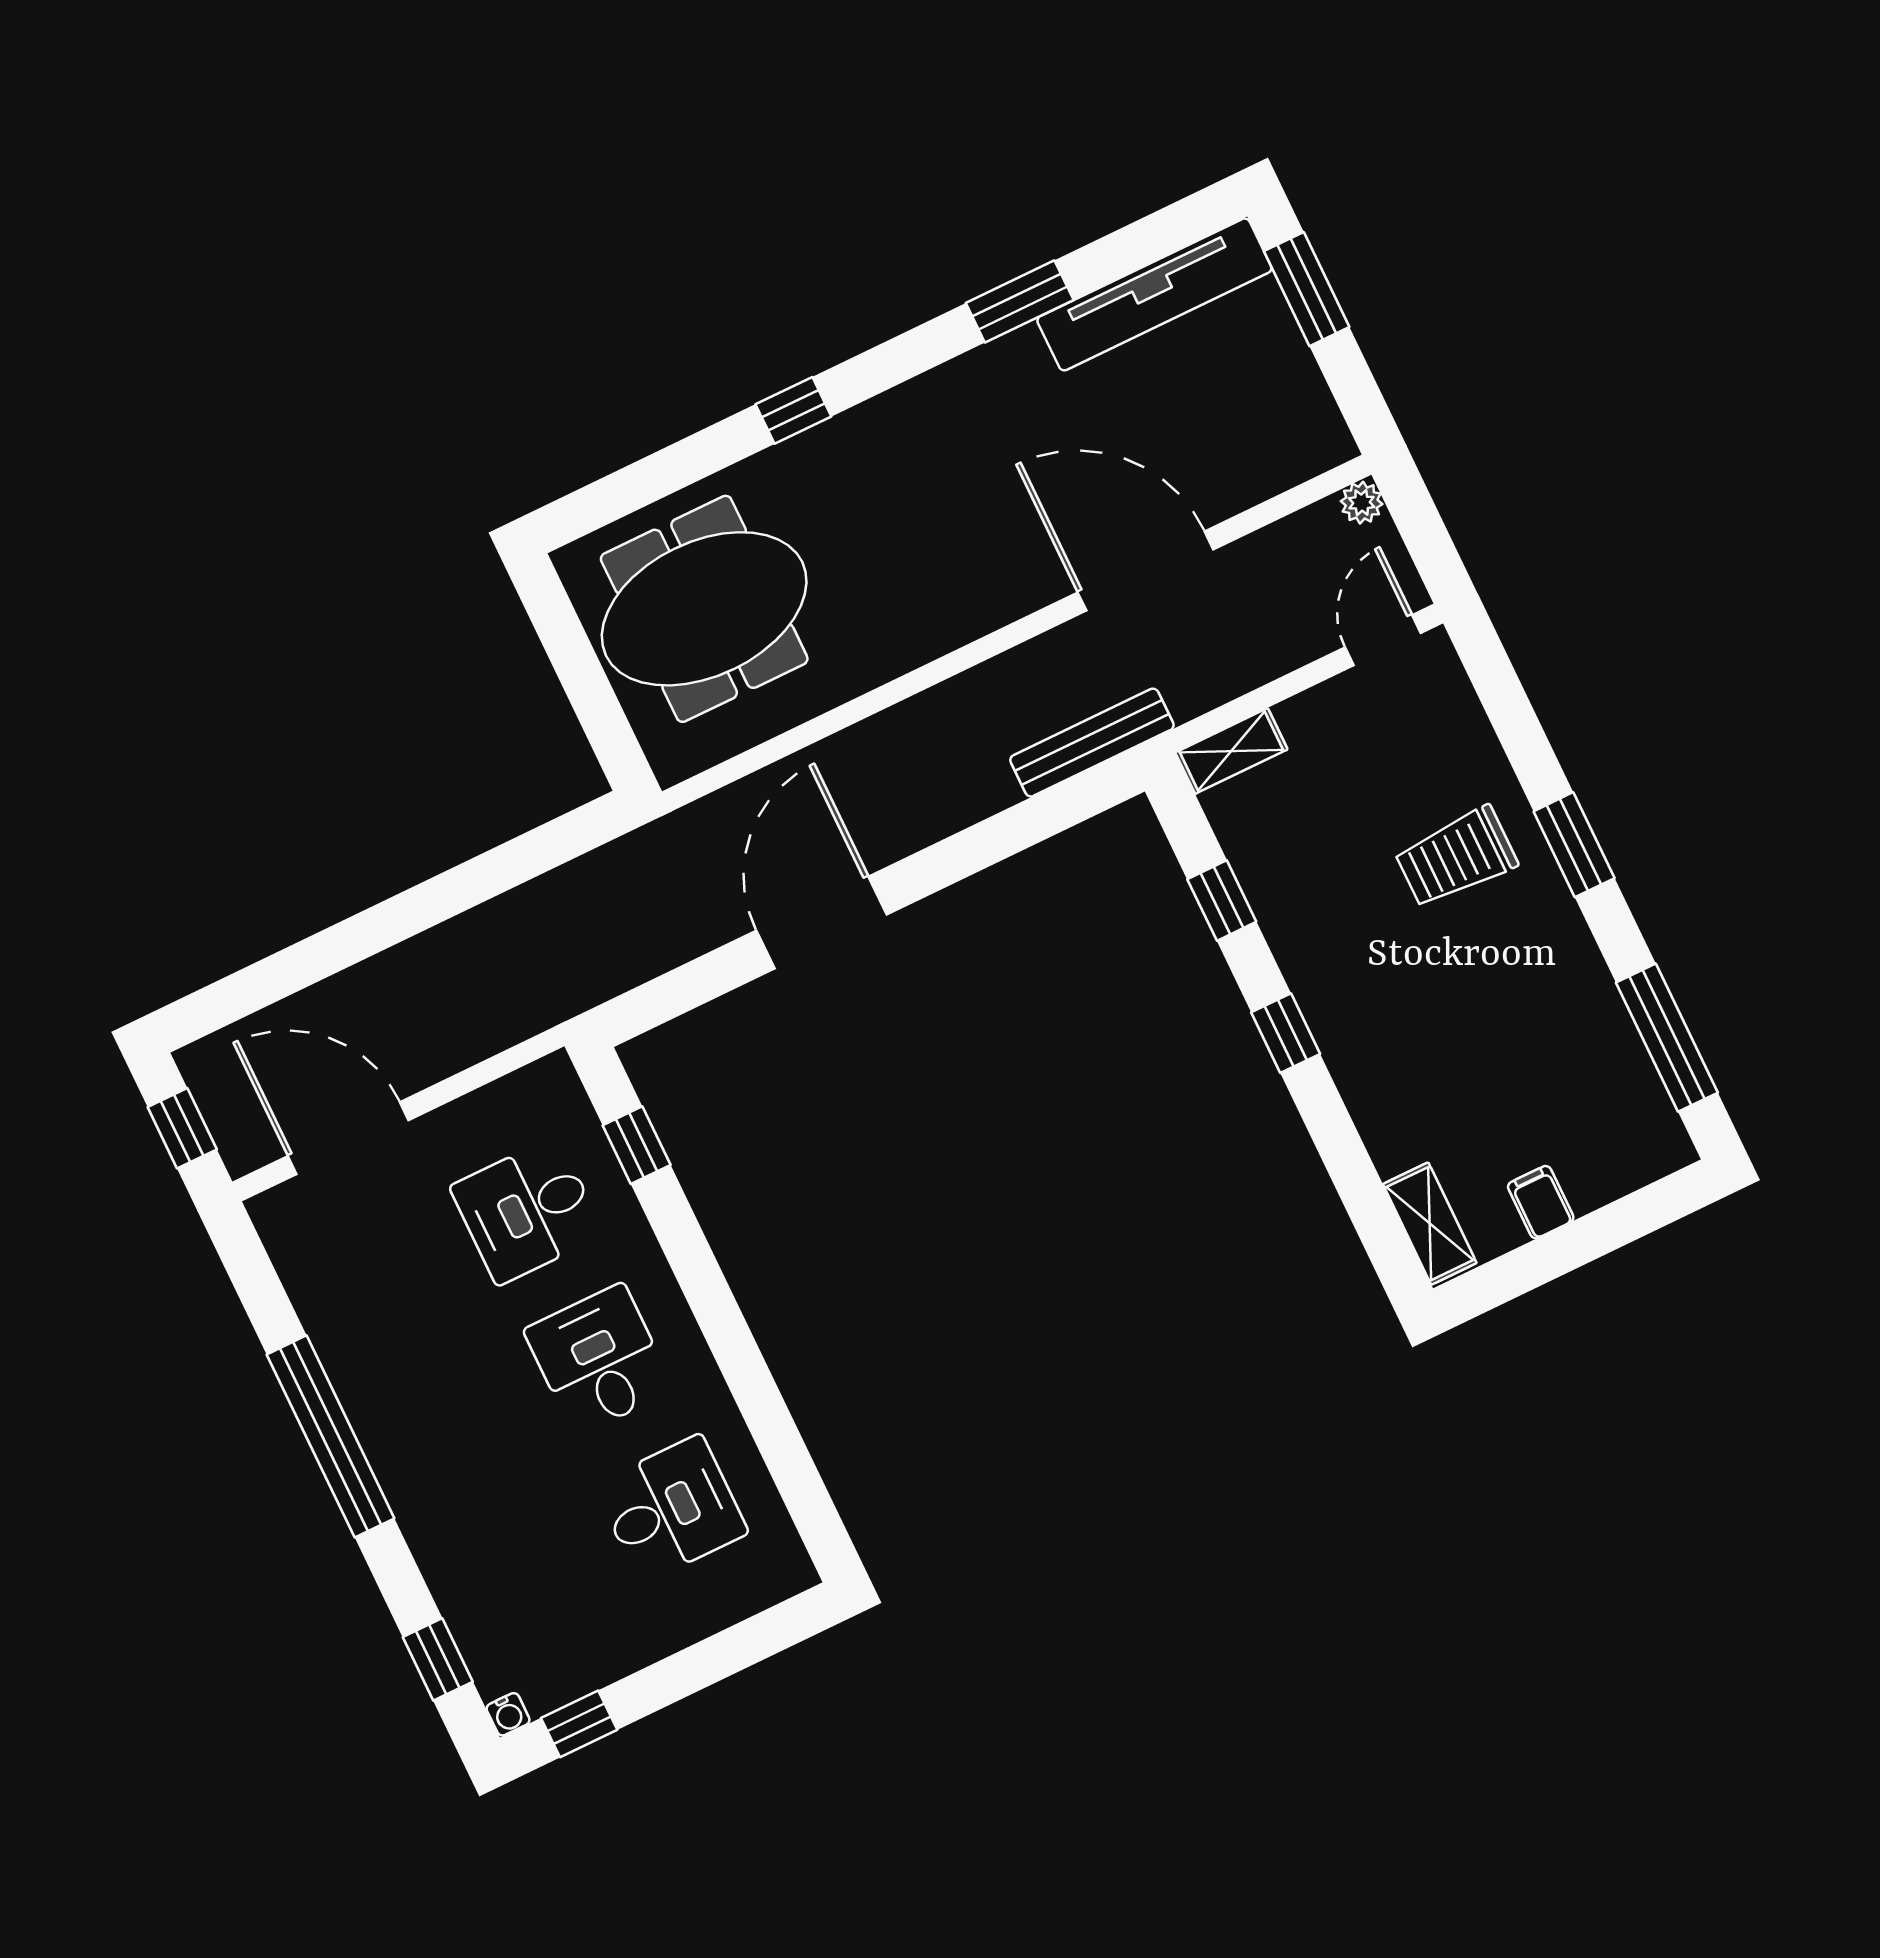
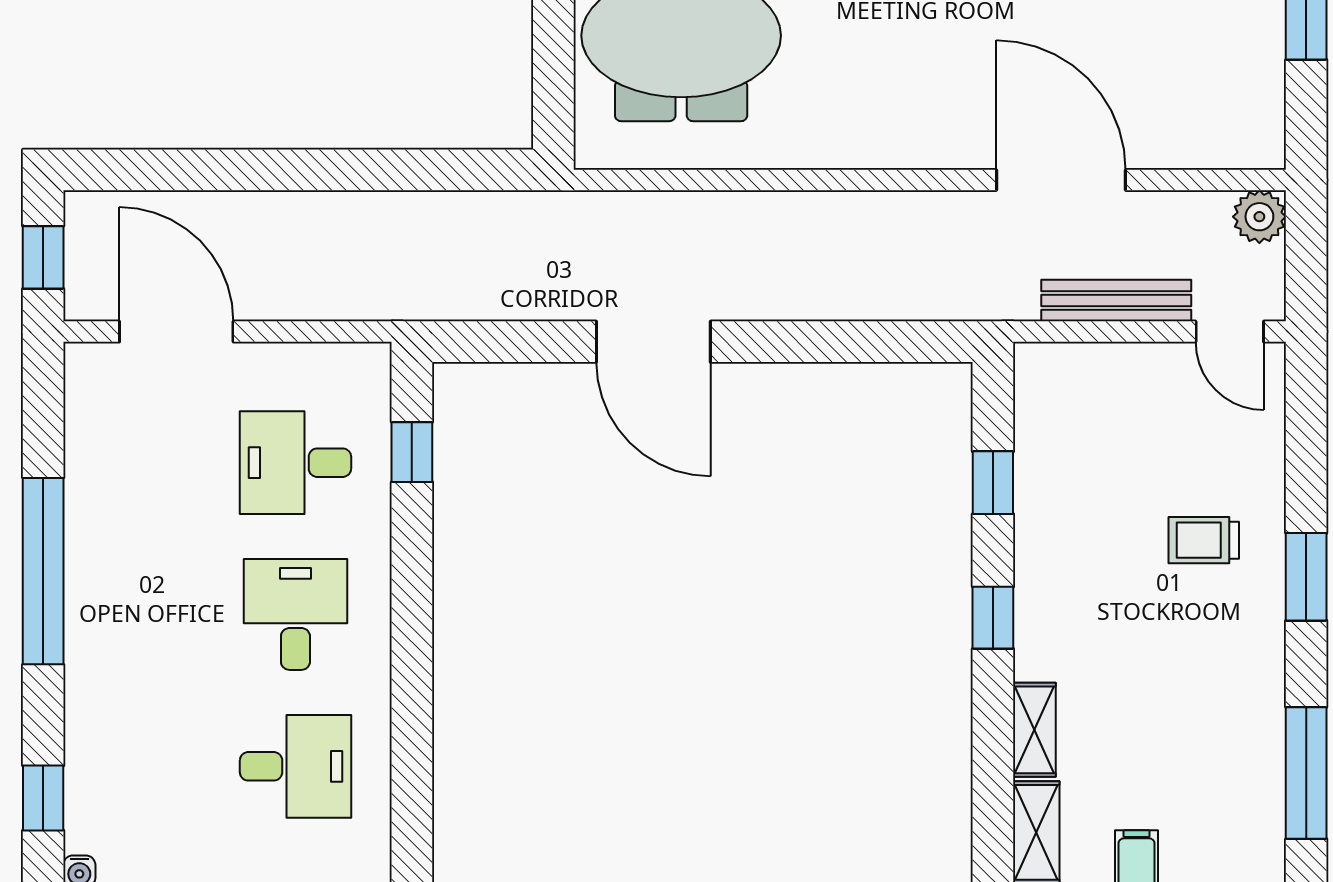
plant: (1362, 503) -> (1259, 217), width x1.38, depth x1.38
door: (1383, 640) -> (1230, 332), swing flipped
bench: (1092, 743) -> (1116, 300), moved
shelving: (1231, 751) -> (1034, 730), moved, turned 90
trolley: (1456, 857) -> (1204, 540), width x0.73, depth x0.72
door: (822, 923) -> (653, 342), swing flipped

